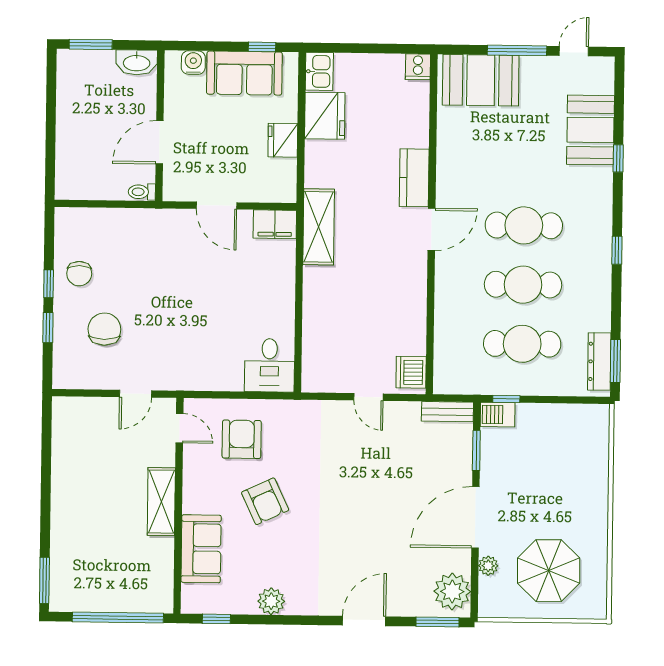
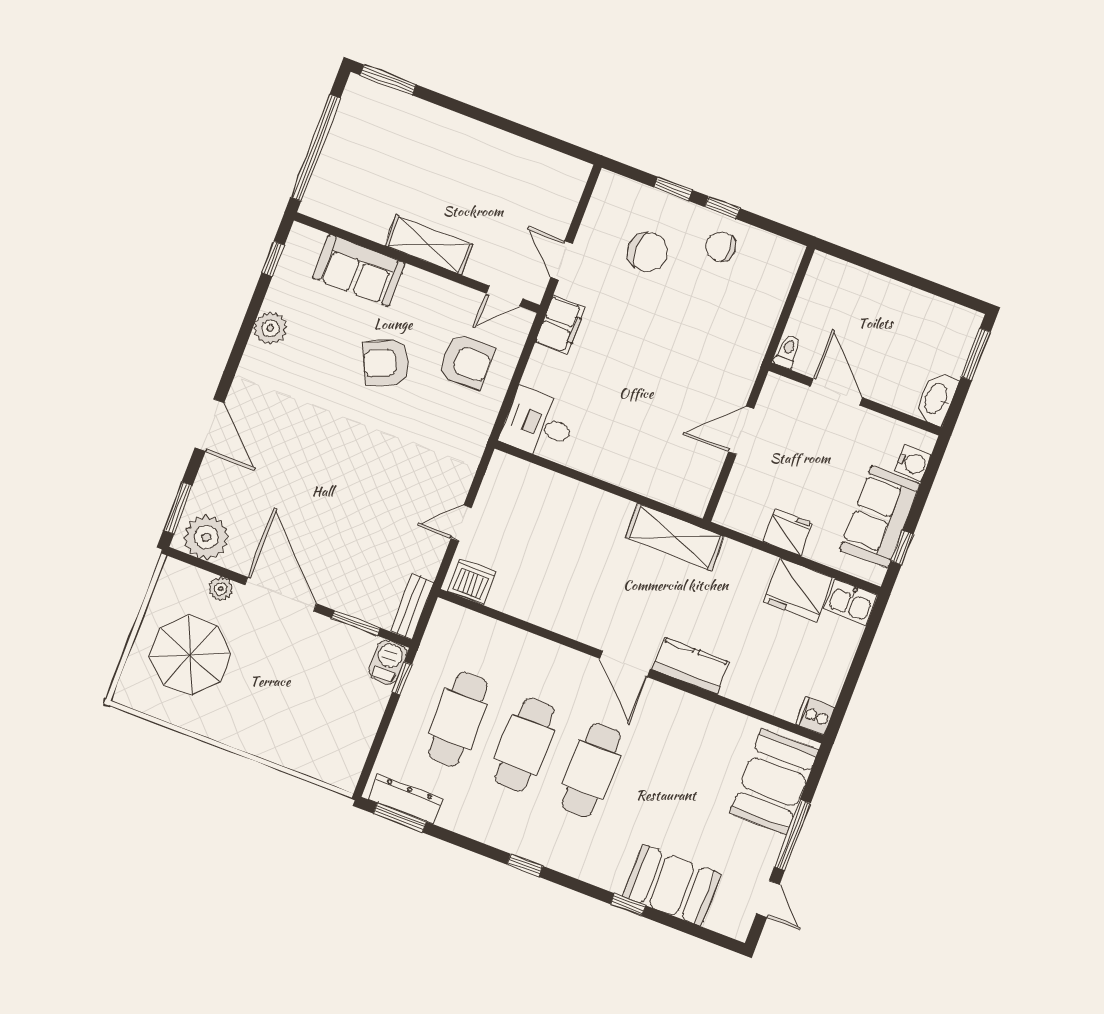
filing cabinet: (275, 224) -> (560, 325), moved, turned 180

